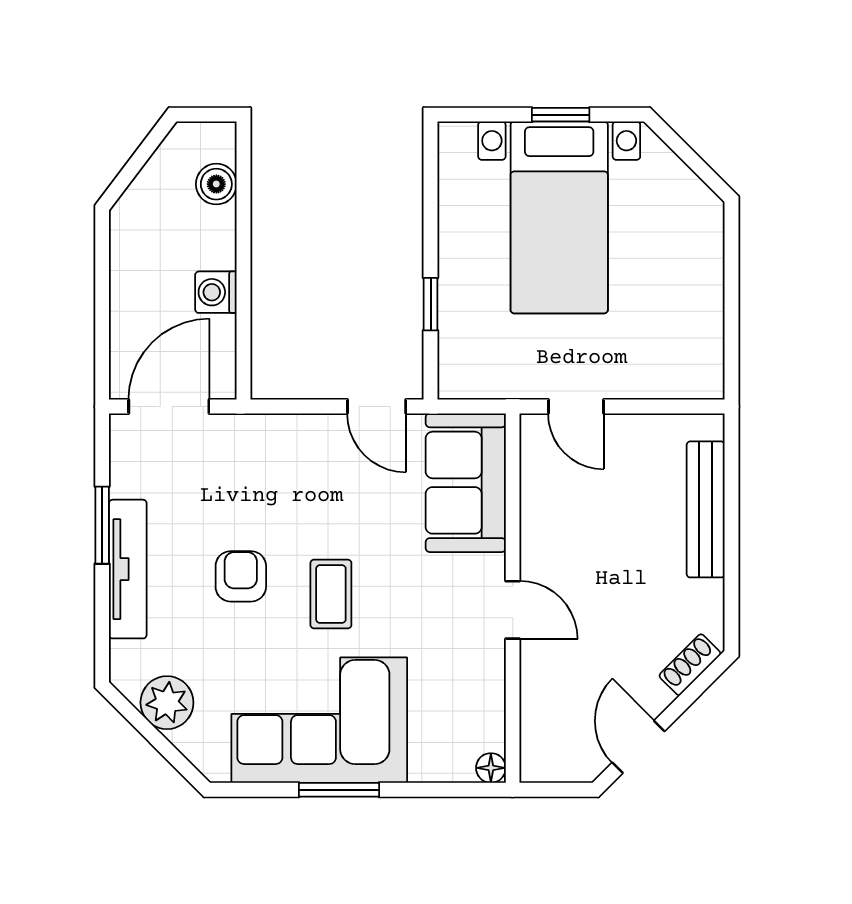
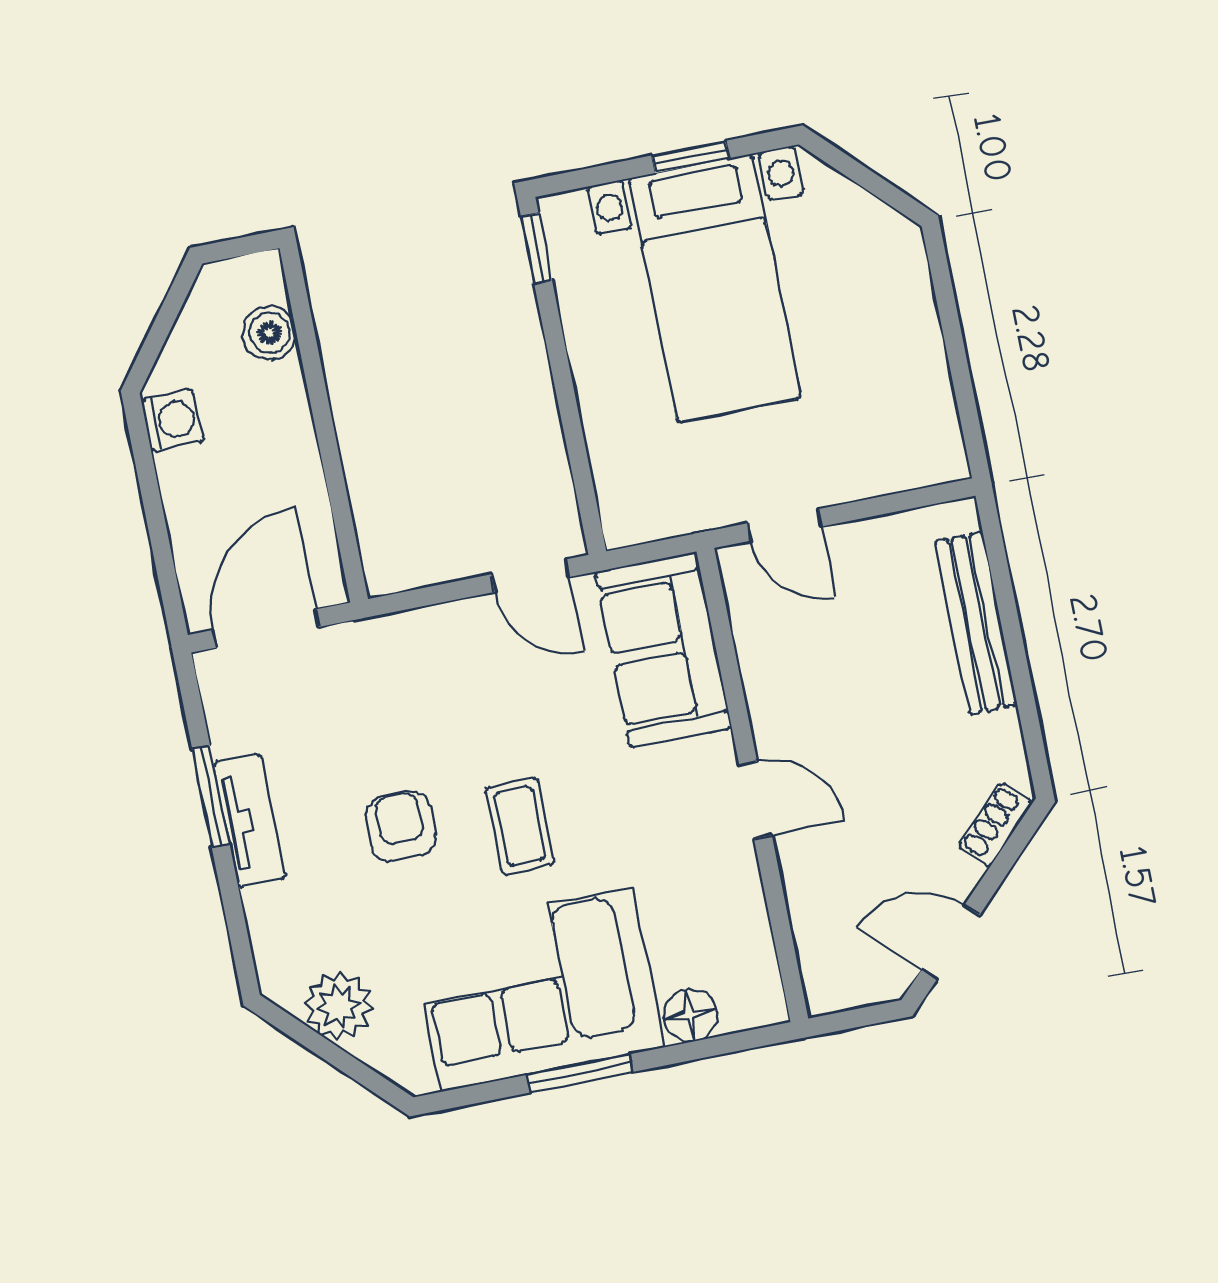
washing machine: (216, 292) -> (172, 420), moved, turned 180
window: (431, 304) -> (536, 249), moved
tv unit: (128, 569) -> (250, 820), width x0.71
door: (638, 747) -> (950, 943), hinge flipped
floor lamp: (491, 768) -> (690, 1015), moved, width x1.37, depth x1.37

